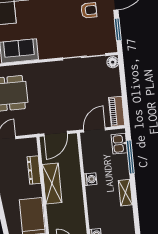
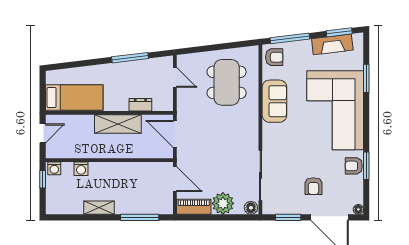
plant: (111, 87) -> (223, 203), added
kitchen sink: (119, 144) -> (156, 206), removed
dresser: (34, 170) -> (140, 105), width x0.70
washing machine: (90, 179) -> (81, 169), moved

